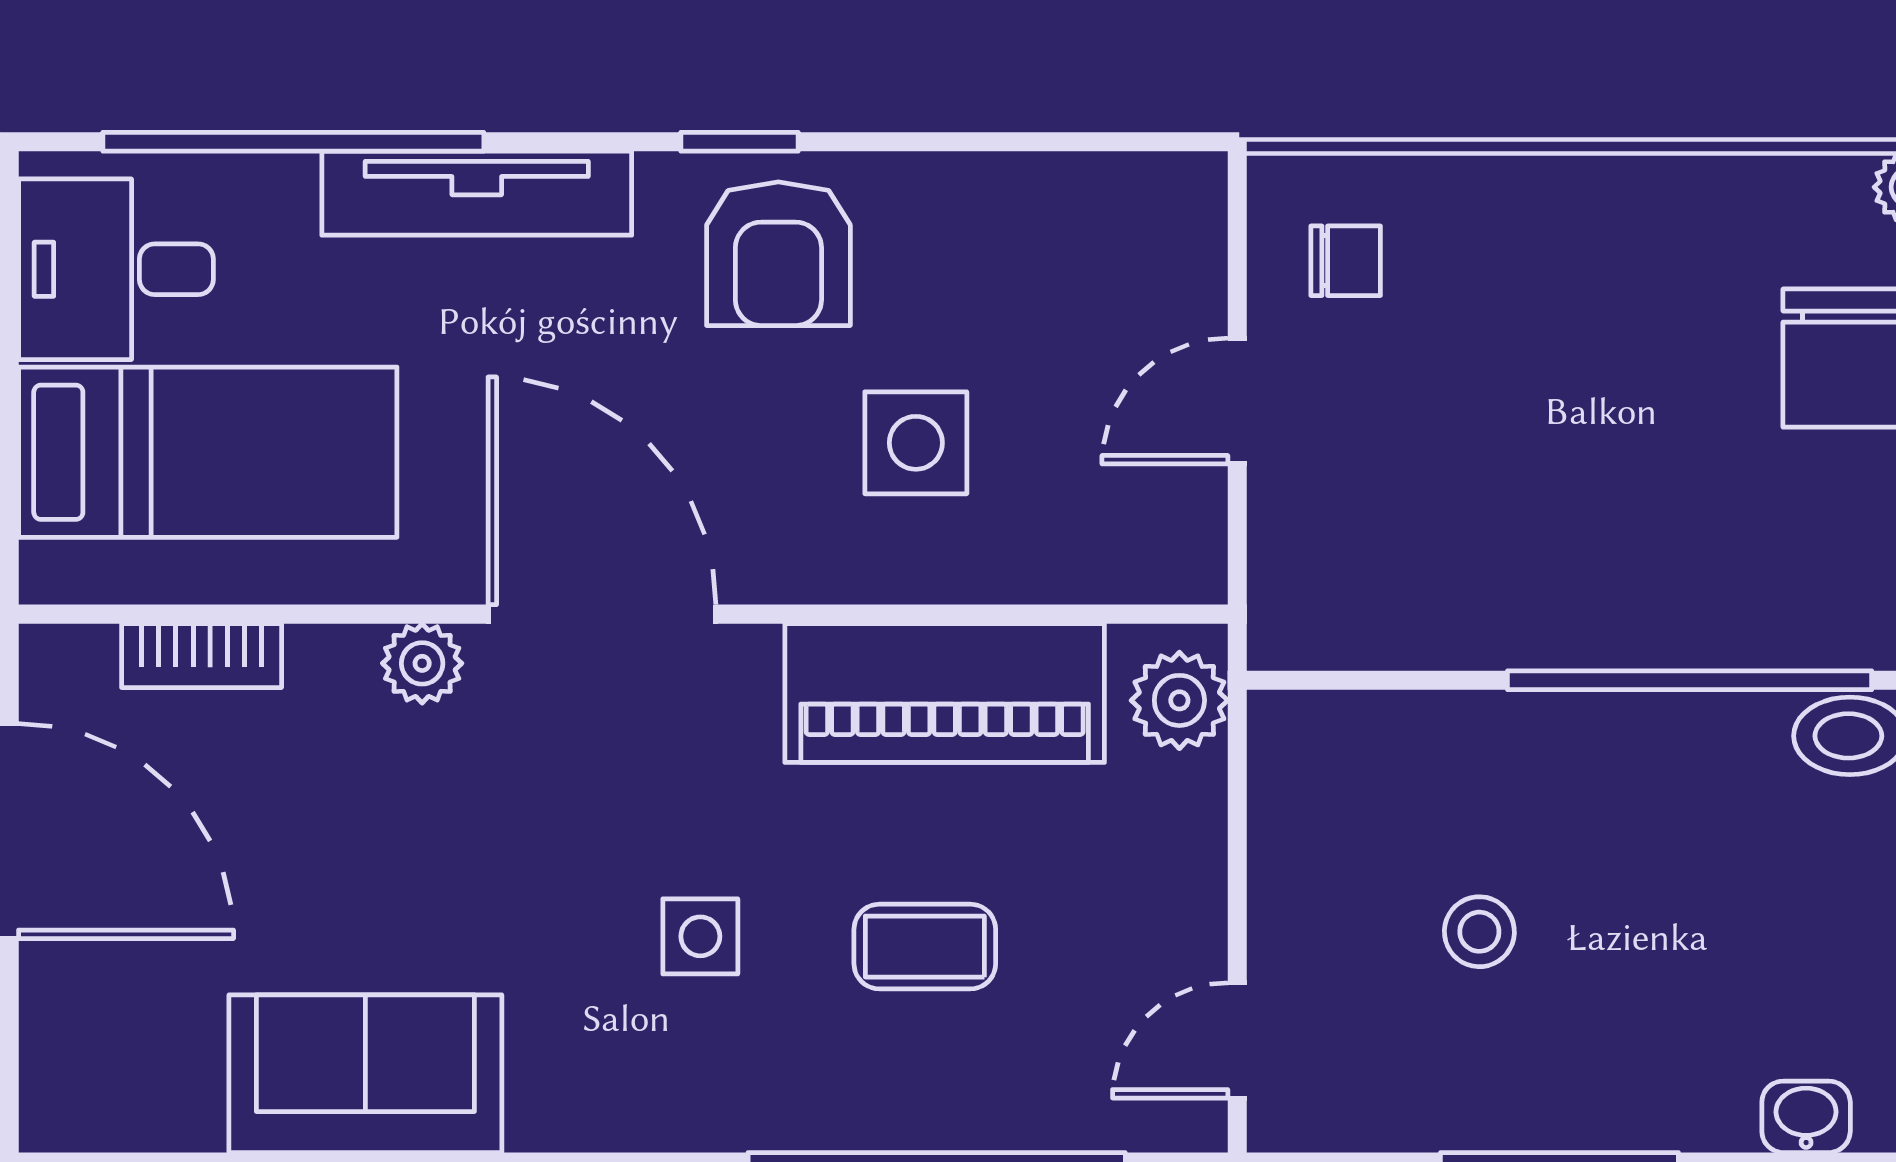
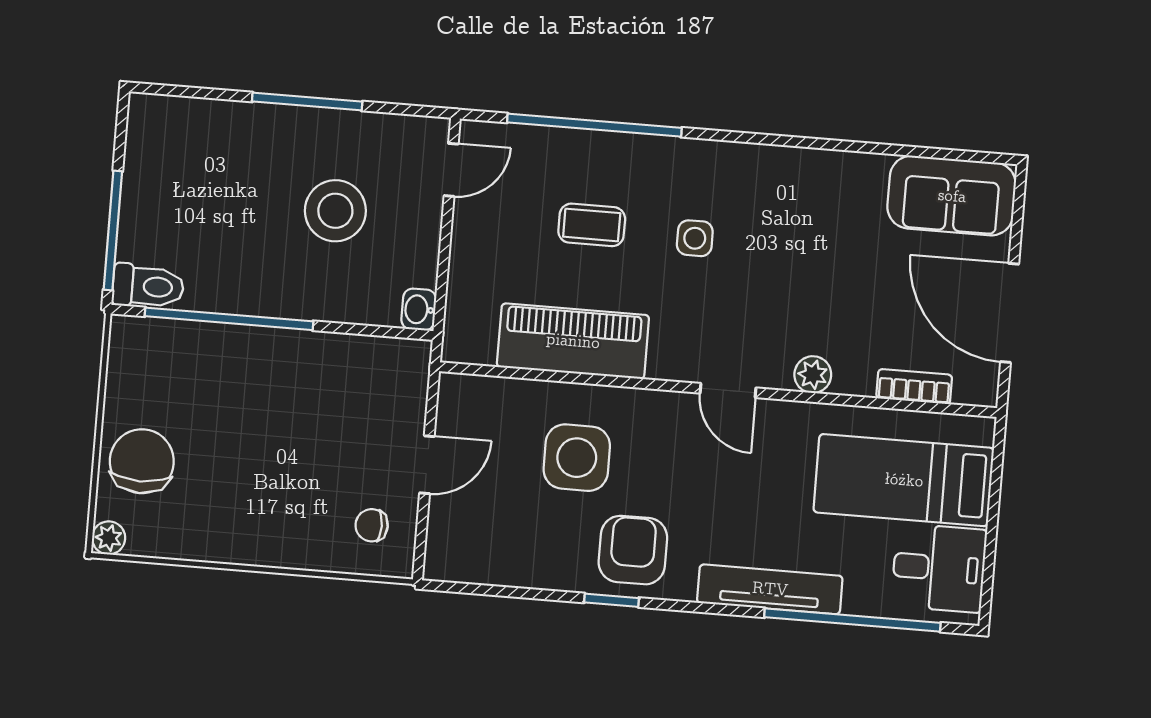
window: (739, 142) -> (612, 600), moved
side table: (916, 443) -> (577, 458), width x1.37, depth x1.37
door: (602, 614) -> (728, 391), width x0.53
plant: (1179, 700) -> (465, 329), removed
stool: (1479, 932) -> (335, 211), width x1.89, depth x1.89
sofa: (365, 1074) -> (952, 196), moved
washbasin: (1806, 1117) -> (419, 309), moved, turned 90

